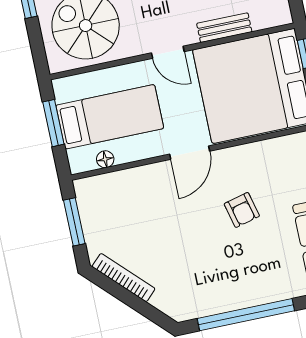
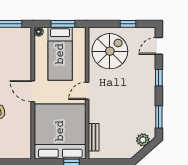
bench: (224, 28) -> (94, 137), moved
floor lamp: (105, 159) -> (39, 32), moved

